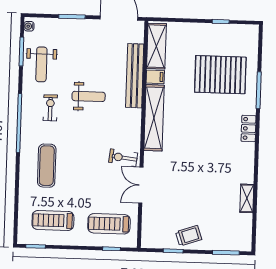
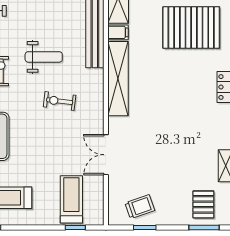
exercise bike: (123, 158) -> (60, 101), moved
treadmill: (109, 224) -> (71, 199), turned 90
pallet: (226, 232) -> (203, 204), added
trolley: (189, 236) -> (140, 207), moved

